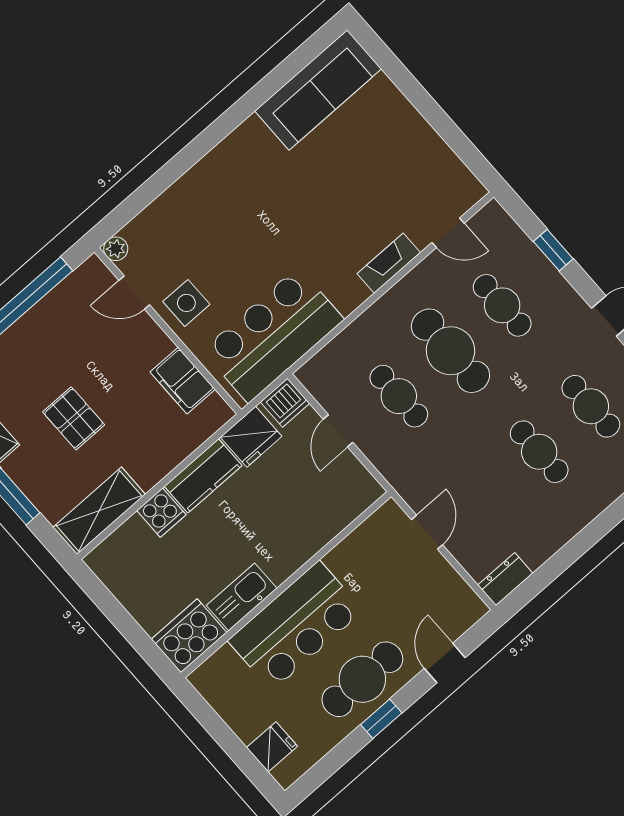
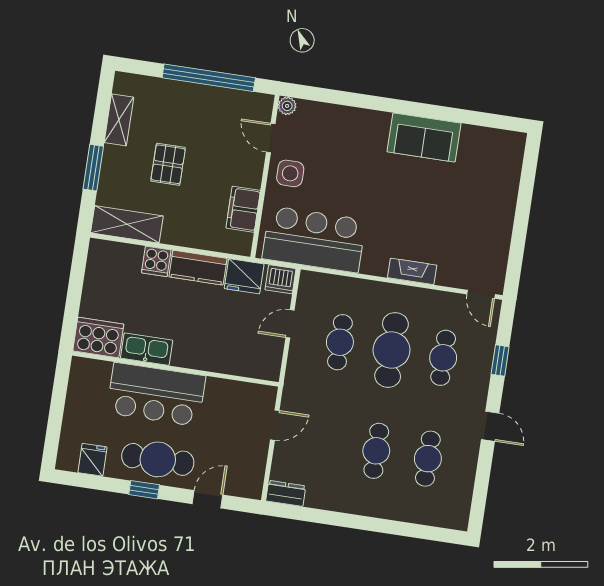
sofa: (318, 90) -> (424, 138), moved, width x0.73
door: (448, 233) -> (481, 294), moved
fridge: (272, 747) -> (92, 460), moved, turned -90

